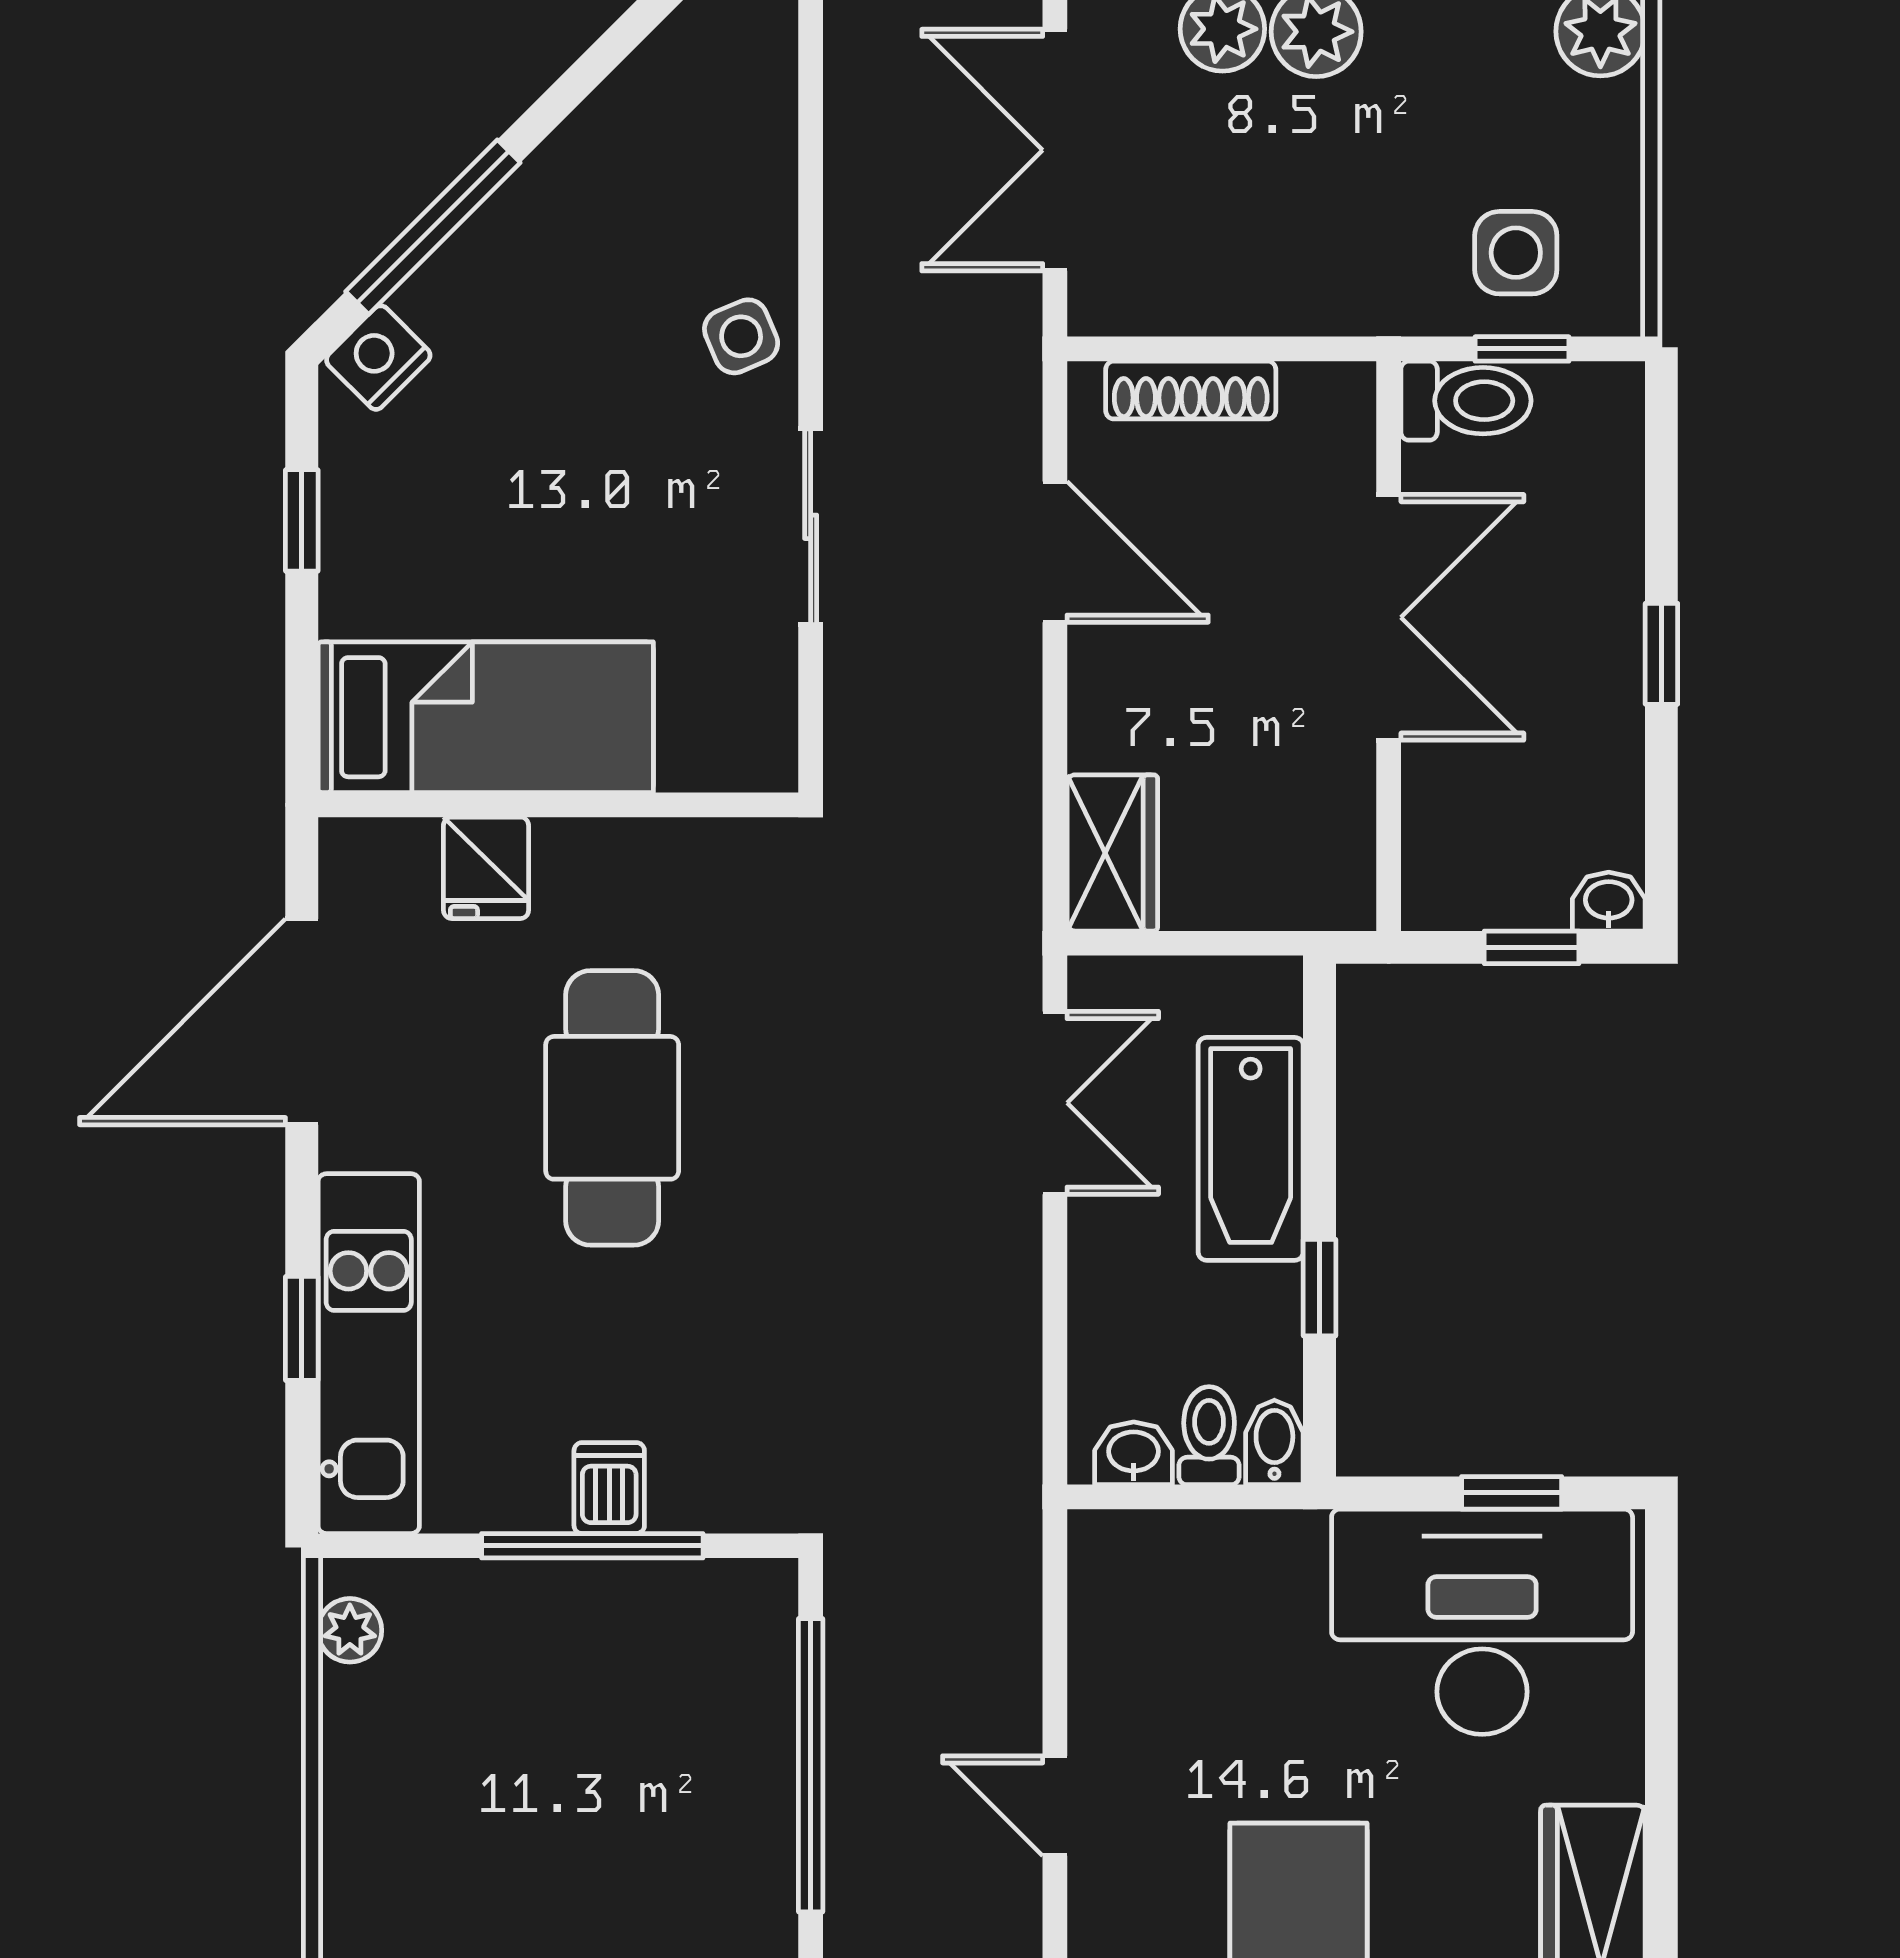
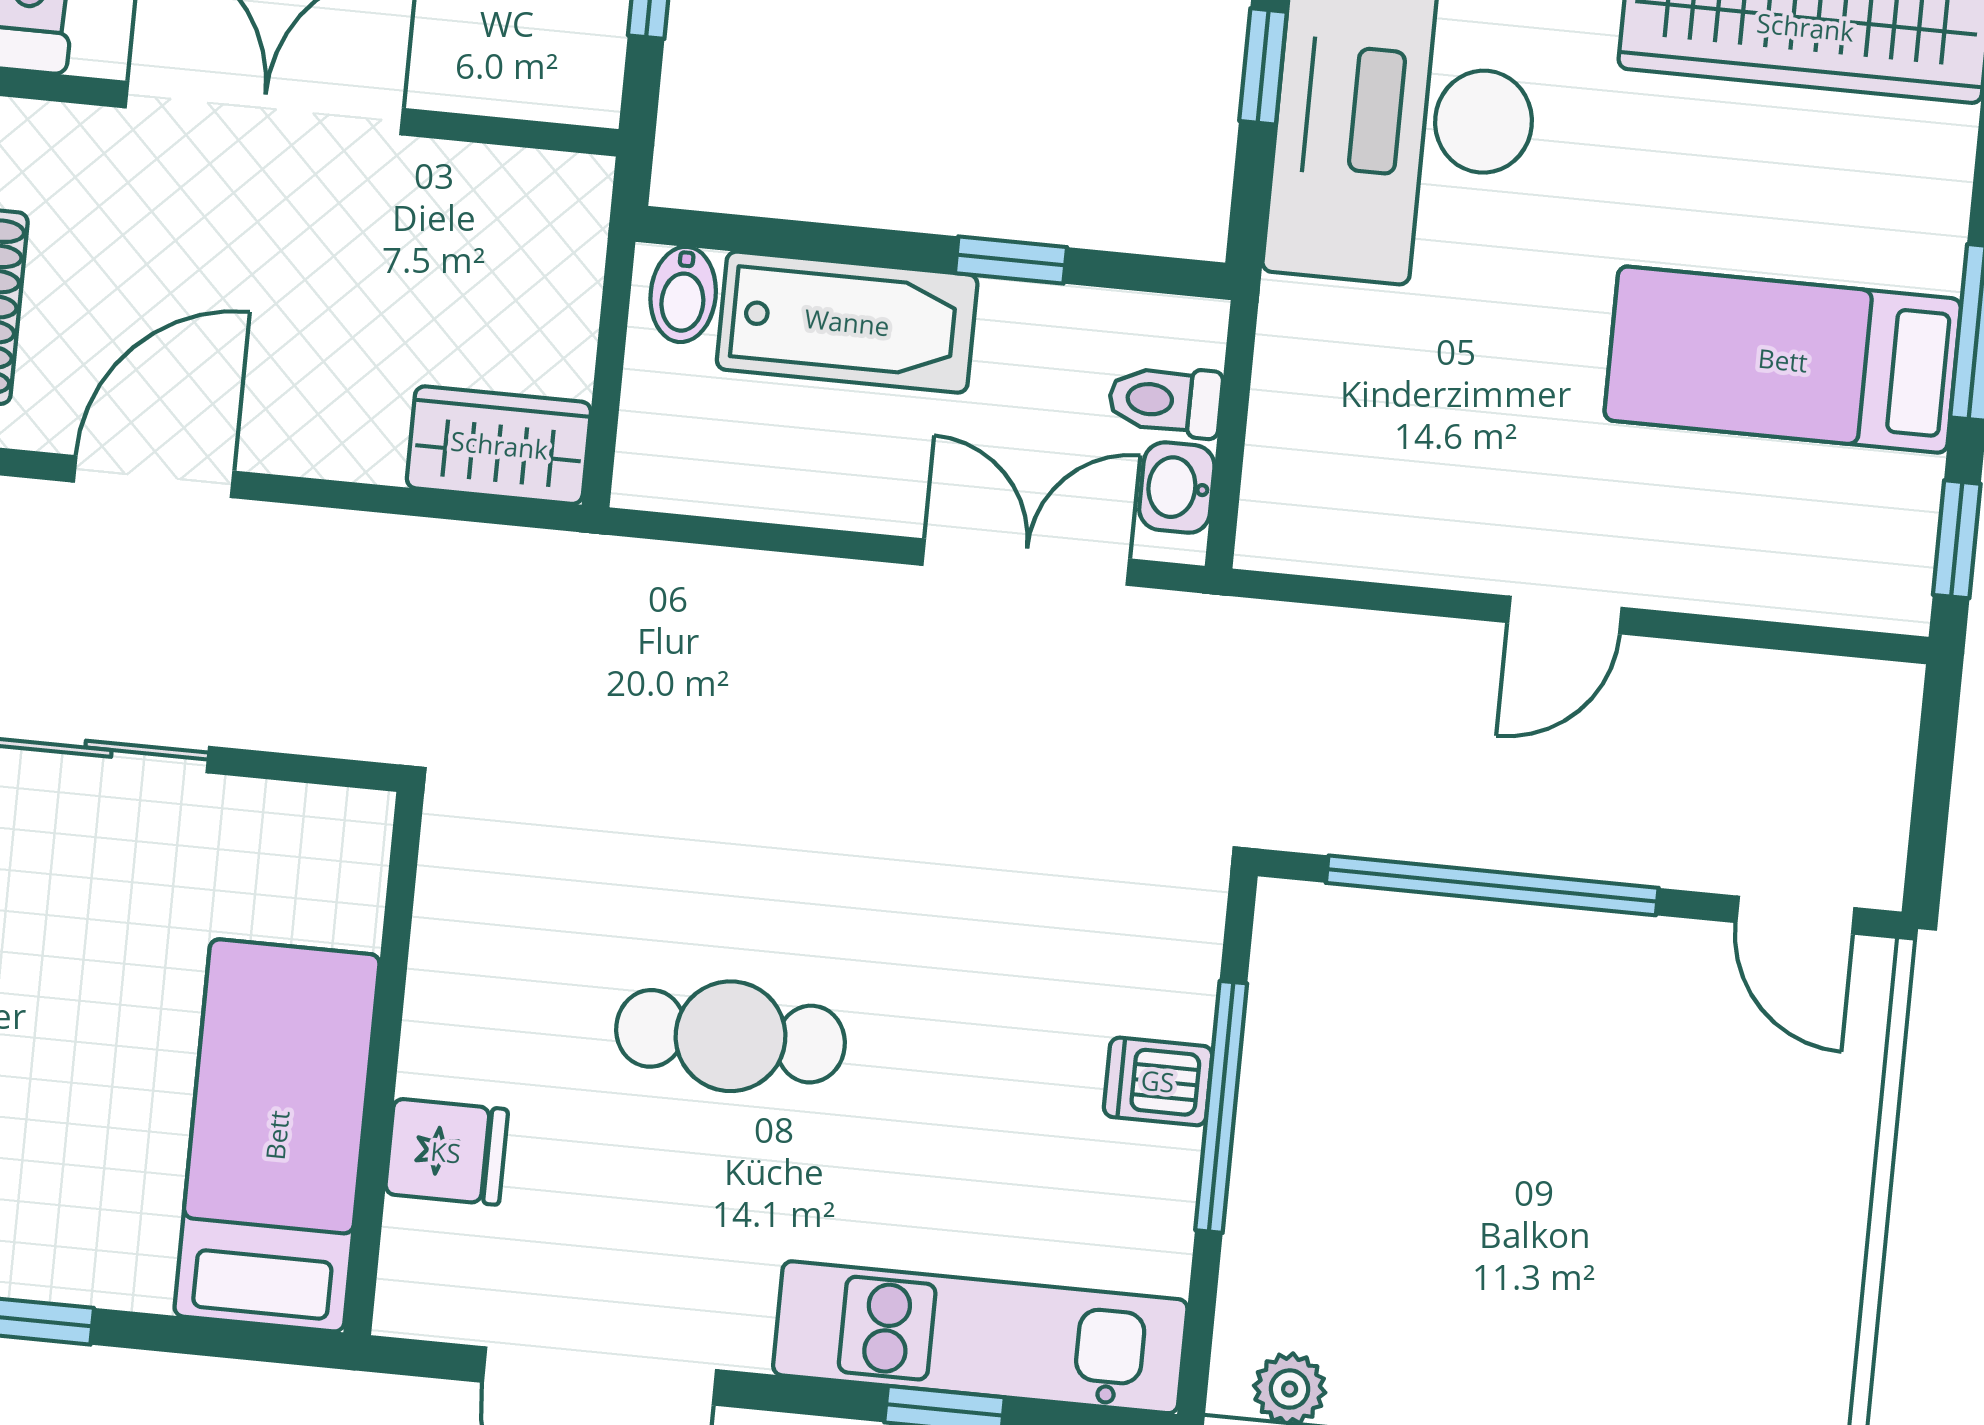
double door: (1055, 1103) -> (1026, 562), moved
cafe table: (612, 1108) -> (731, 1036), width x0.73, depth x0.74
bidet: (1274, 1442) -> (683, 294), moved, turned -90

